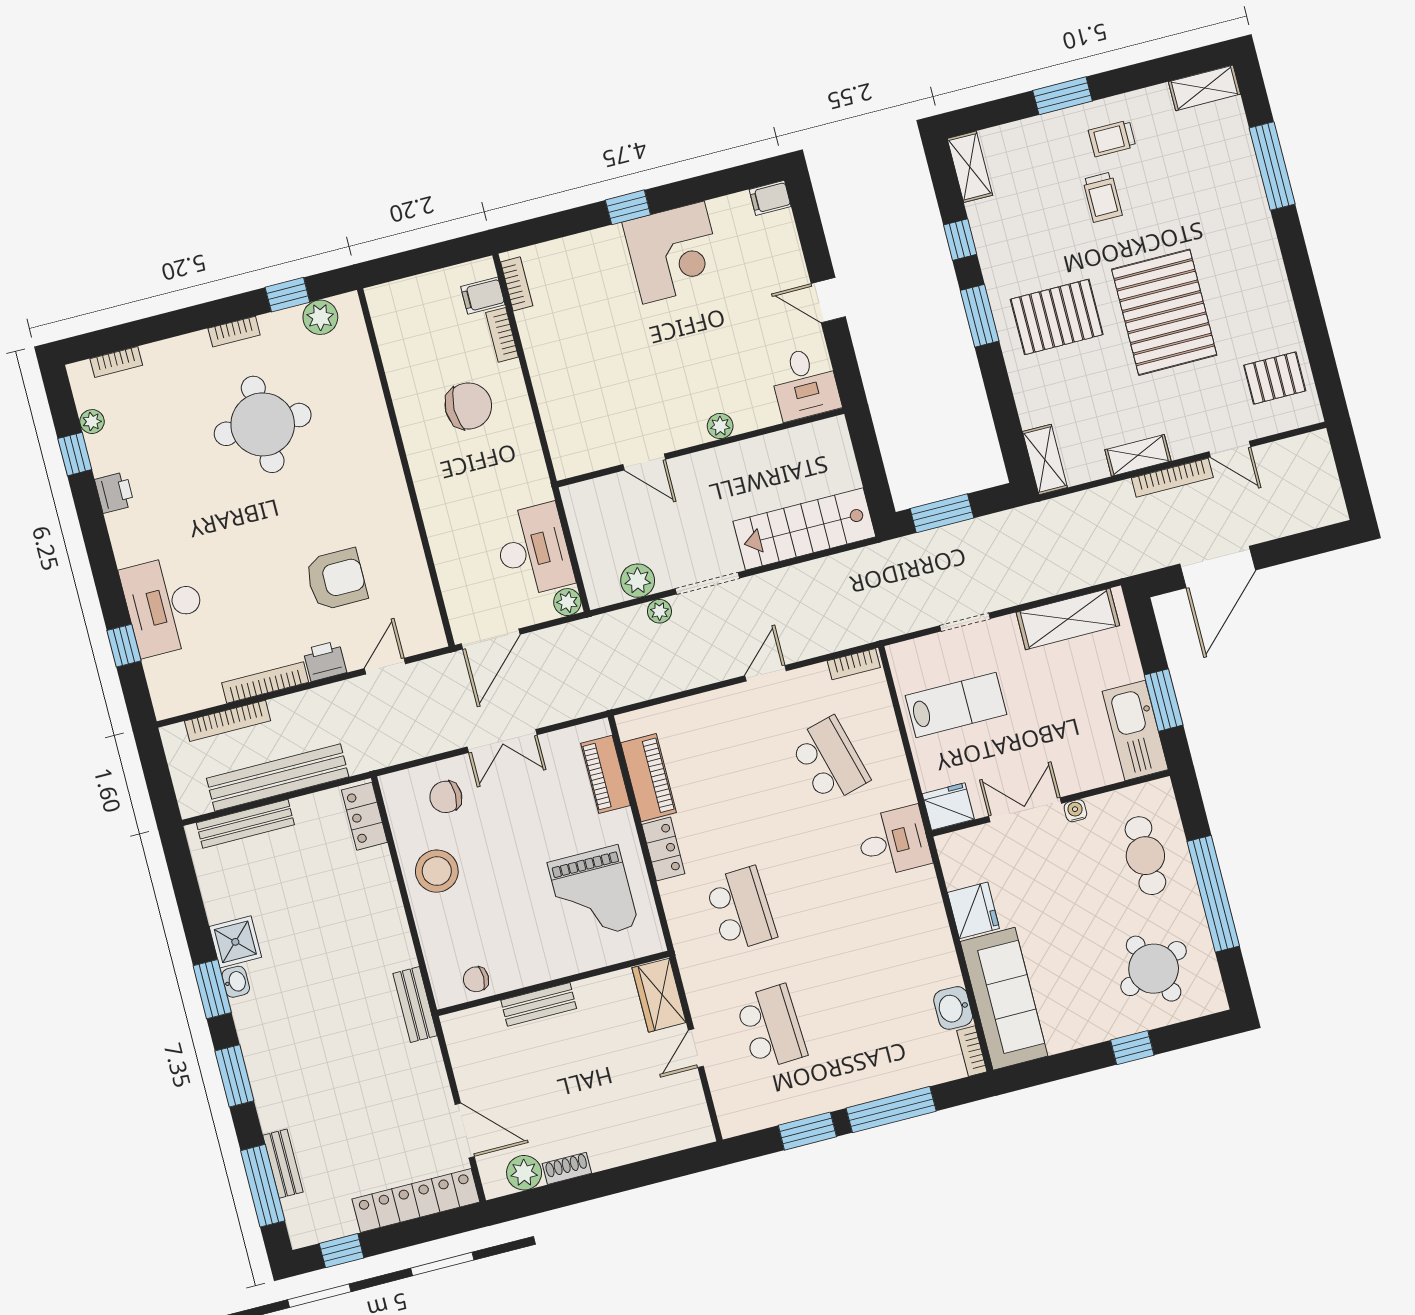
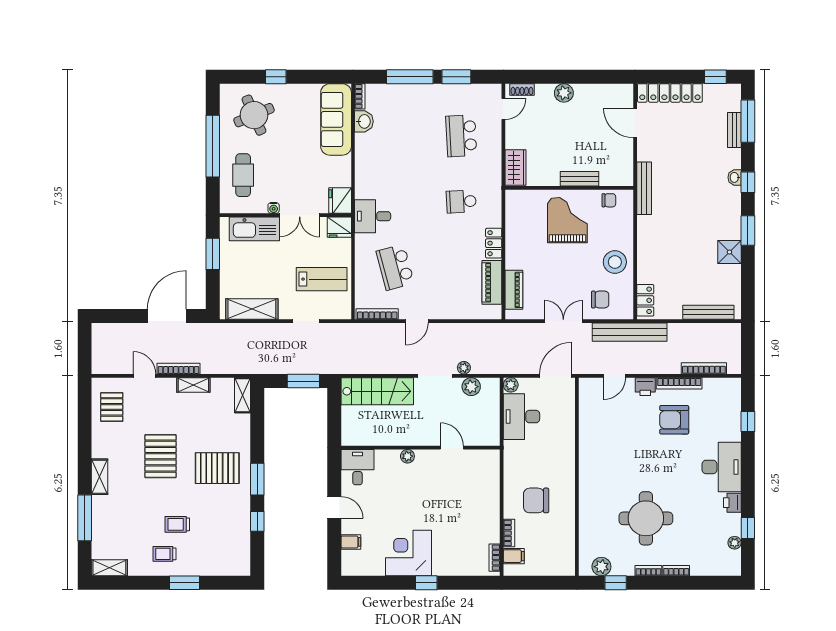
trolley: (1112, 138) -> (164, 554), turned 180
shelving: (970, 167) -> (99, 477), moved
trolley: (1102, 197) -> (177, 524), turned -90
filing cabinet: (770, 198) -> (351, 542), moved
pallet: (1164, 312) -> (160, 456), width x0.73, depth x0.71
bookcase: (116, 362) -> (676, 571), moved
pallet: (1275, 378) -> (112, 407), turned 90
armchair: (336, 579) -> (674, 420), moved
desk: (164, 606) -> (722, 467), moved
bookcase: (854, 664) -> (377, 314), width x1.56
lab bench: (956, 705) -> (322, 279), turned 180
kitchen sink: (1135, 730) -> (254, 229), moved, turned 90
bench: (278, 778) -> (630, 332), moved
grand piano: (593, 894) -> (567, 220), moved
school desk: (741, 909) -> (461, 202), width x0.54
fridge: (973, 910) -> (340, 201), moved
washbasin: (236, 982) -> (735, 177), moved
bench: (415, 1005) -> (644, 188), width x1.36
door: (696, 1048) -> (503, 109), moved
window: (234, 1076) -> (748, 182), width x0.67
shoe rack: (567, 1168) -> (522, 89), moved
plant: (524, 1173) -> (564, 93), moved

